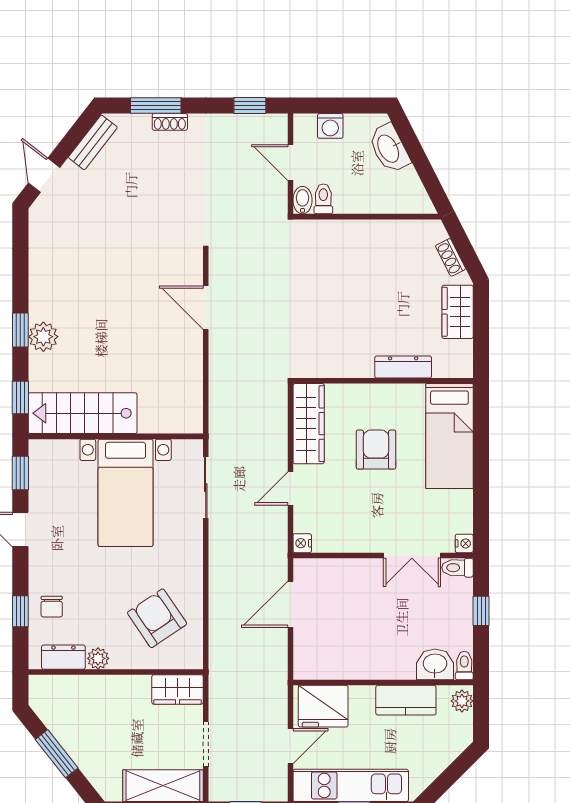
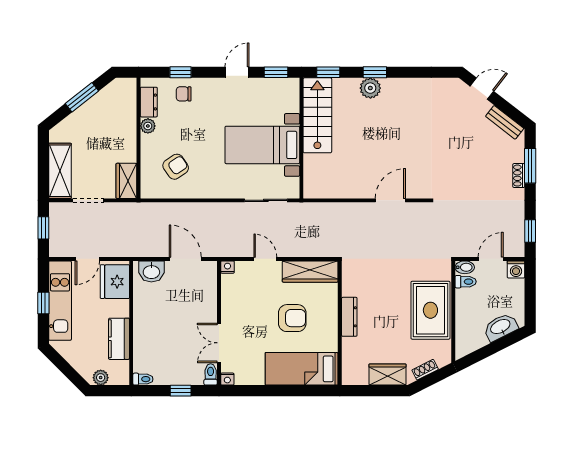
washing machine: (330, 126) -> (516, 269), moved, turned -90
rug: (365, 250) -> (430, 310), added
dresser: (403, 367) -> (349, 317), moved
armchair: (157, 618) -> (176, 167), width x0.72, depth x0.72
washbasin: (435, 664) -> (151, 271), moved, turned 90
plant: (462, 701) -> (101, 378), moved
door: (290, 746) -> (87, 259), hinge flipped

